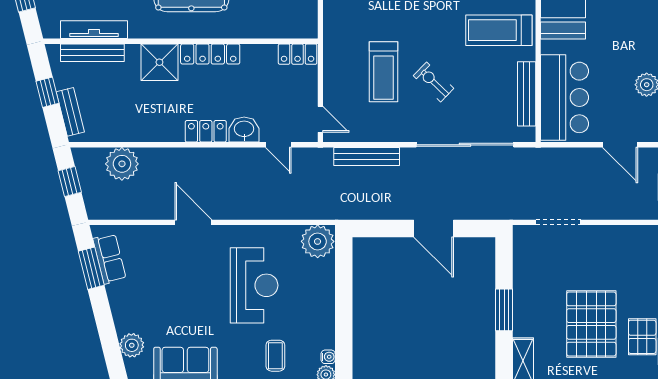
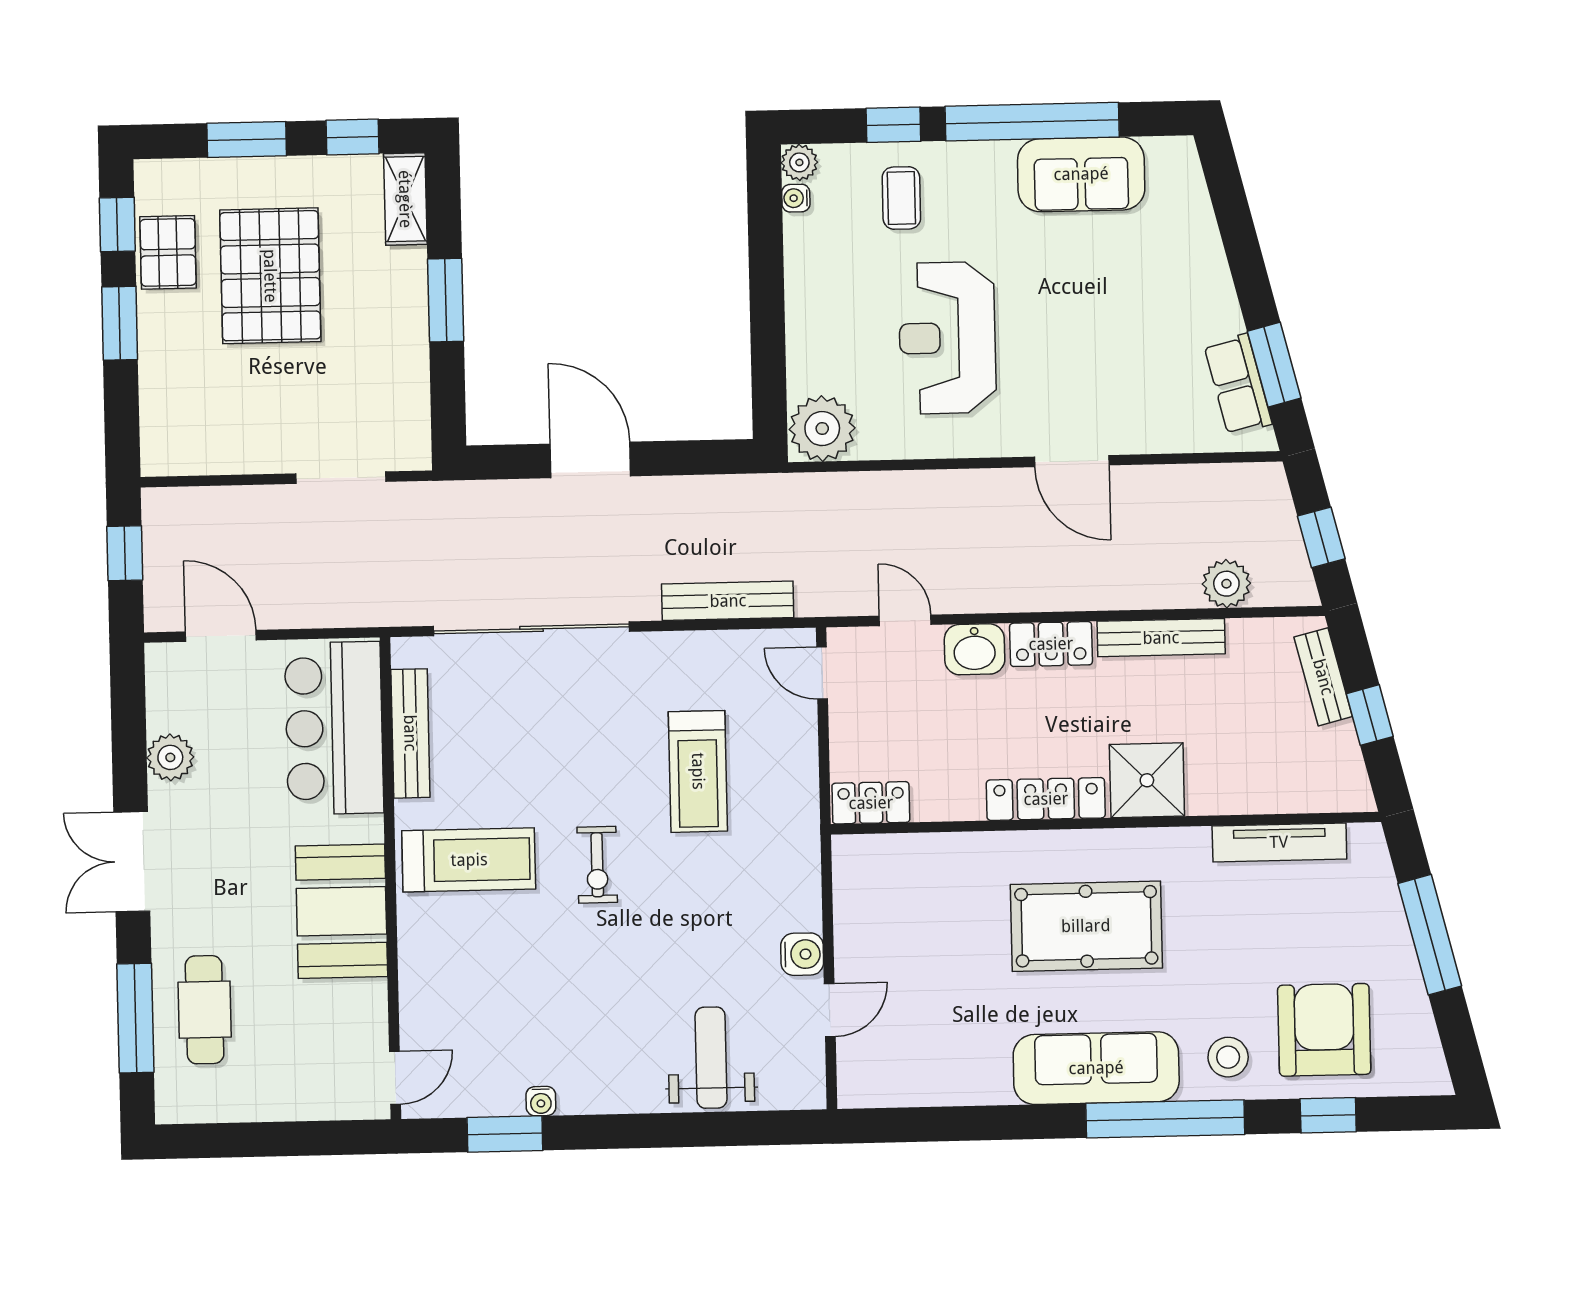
bench: (92, 53) -> (1161, 638), moved
treadmill: (384, 72) -> (698, 771), turned 180
exercise bike: (434, 82) -> (597, 865), moved, turned 46
plant: (122, 164) -> (1226, 584), width x0.73, depth x0.73
plant: (132, 345) -> (1189, 212), removed

